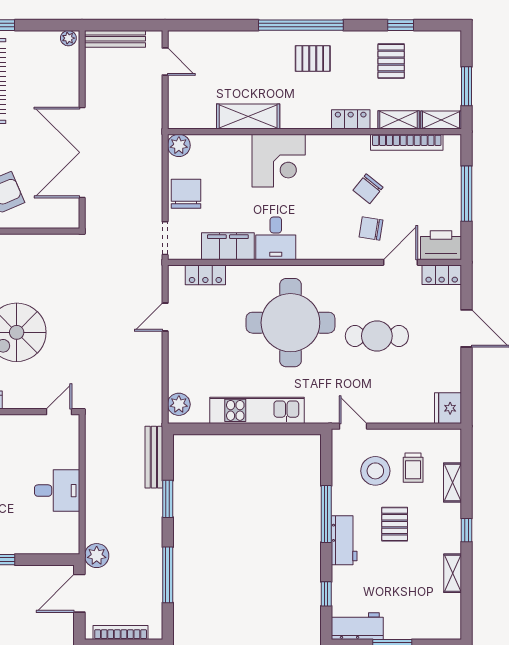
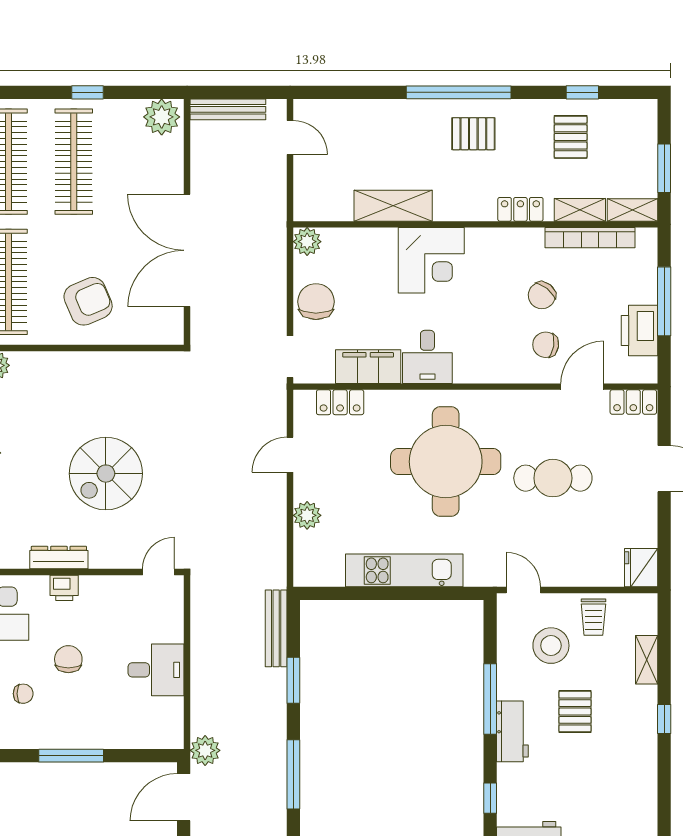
plant: (68, 38) -> (162, 117), width x1.87, depth x1.87
printer: (441, 245) -> (640, 330), moved, turned -90
plant: (179, 404) -> (307, 515), moved
trolley: (413, 468) -> (593, 617), moved
shelving: (453, 573) -> (647, 773), removed

